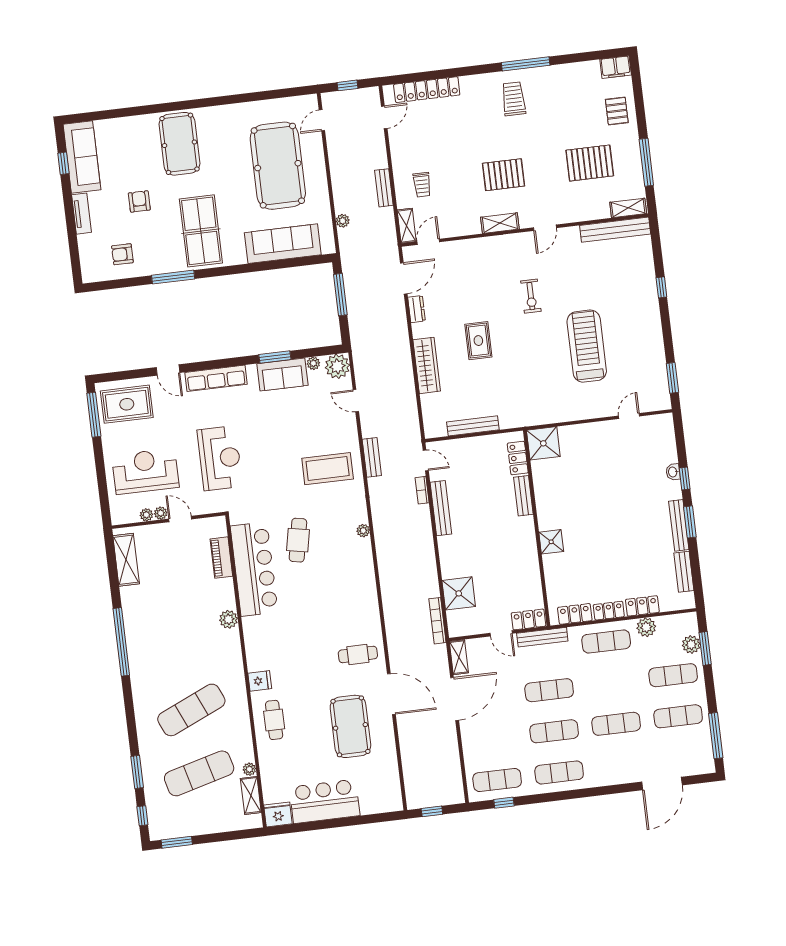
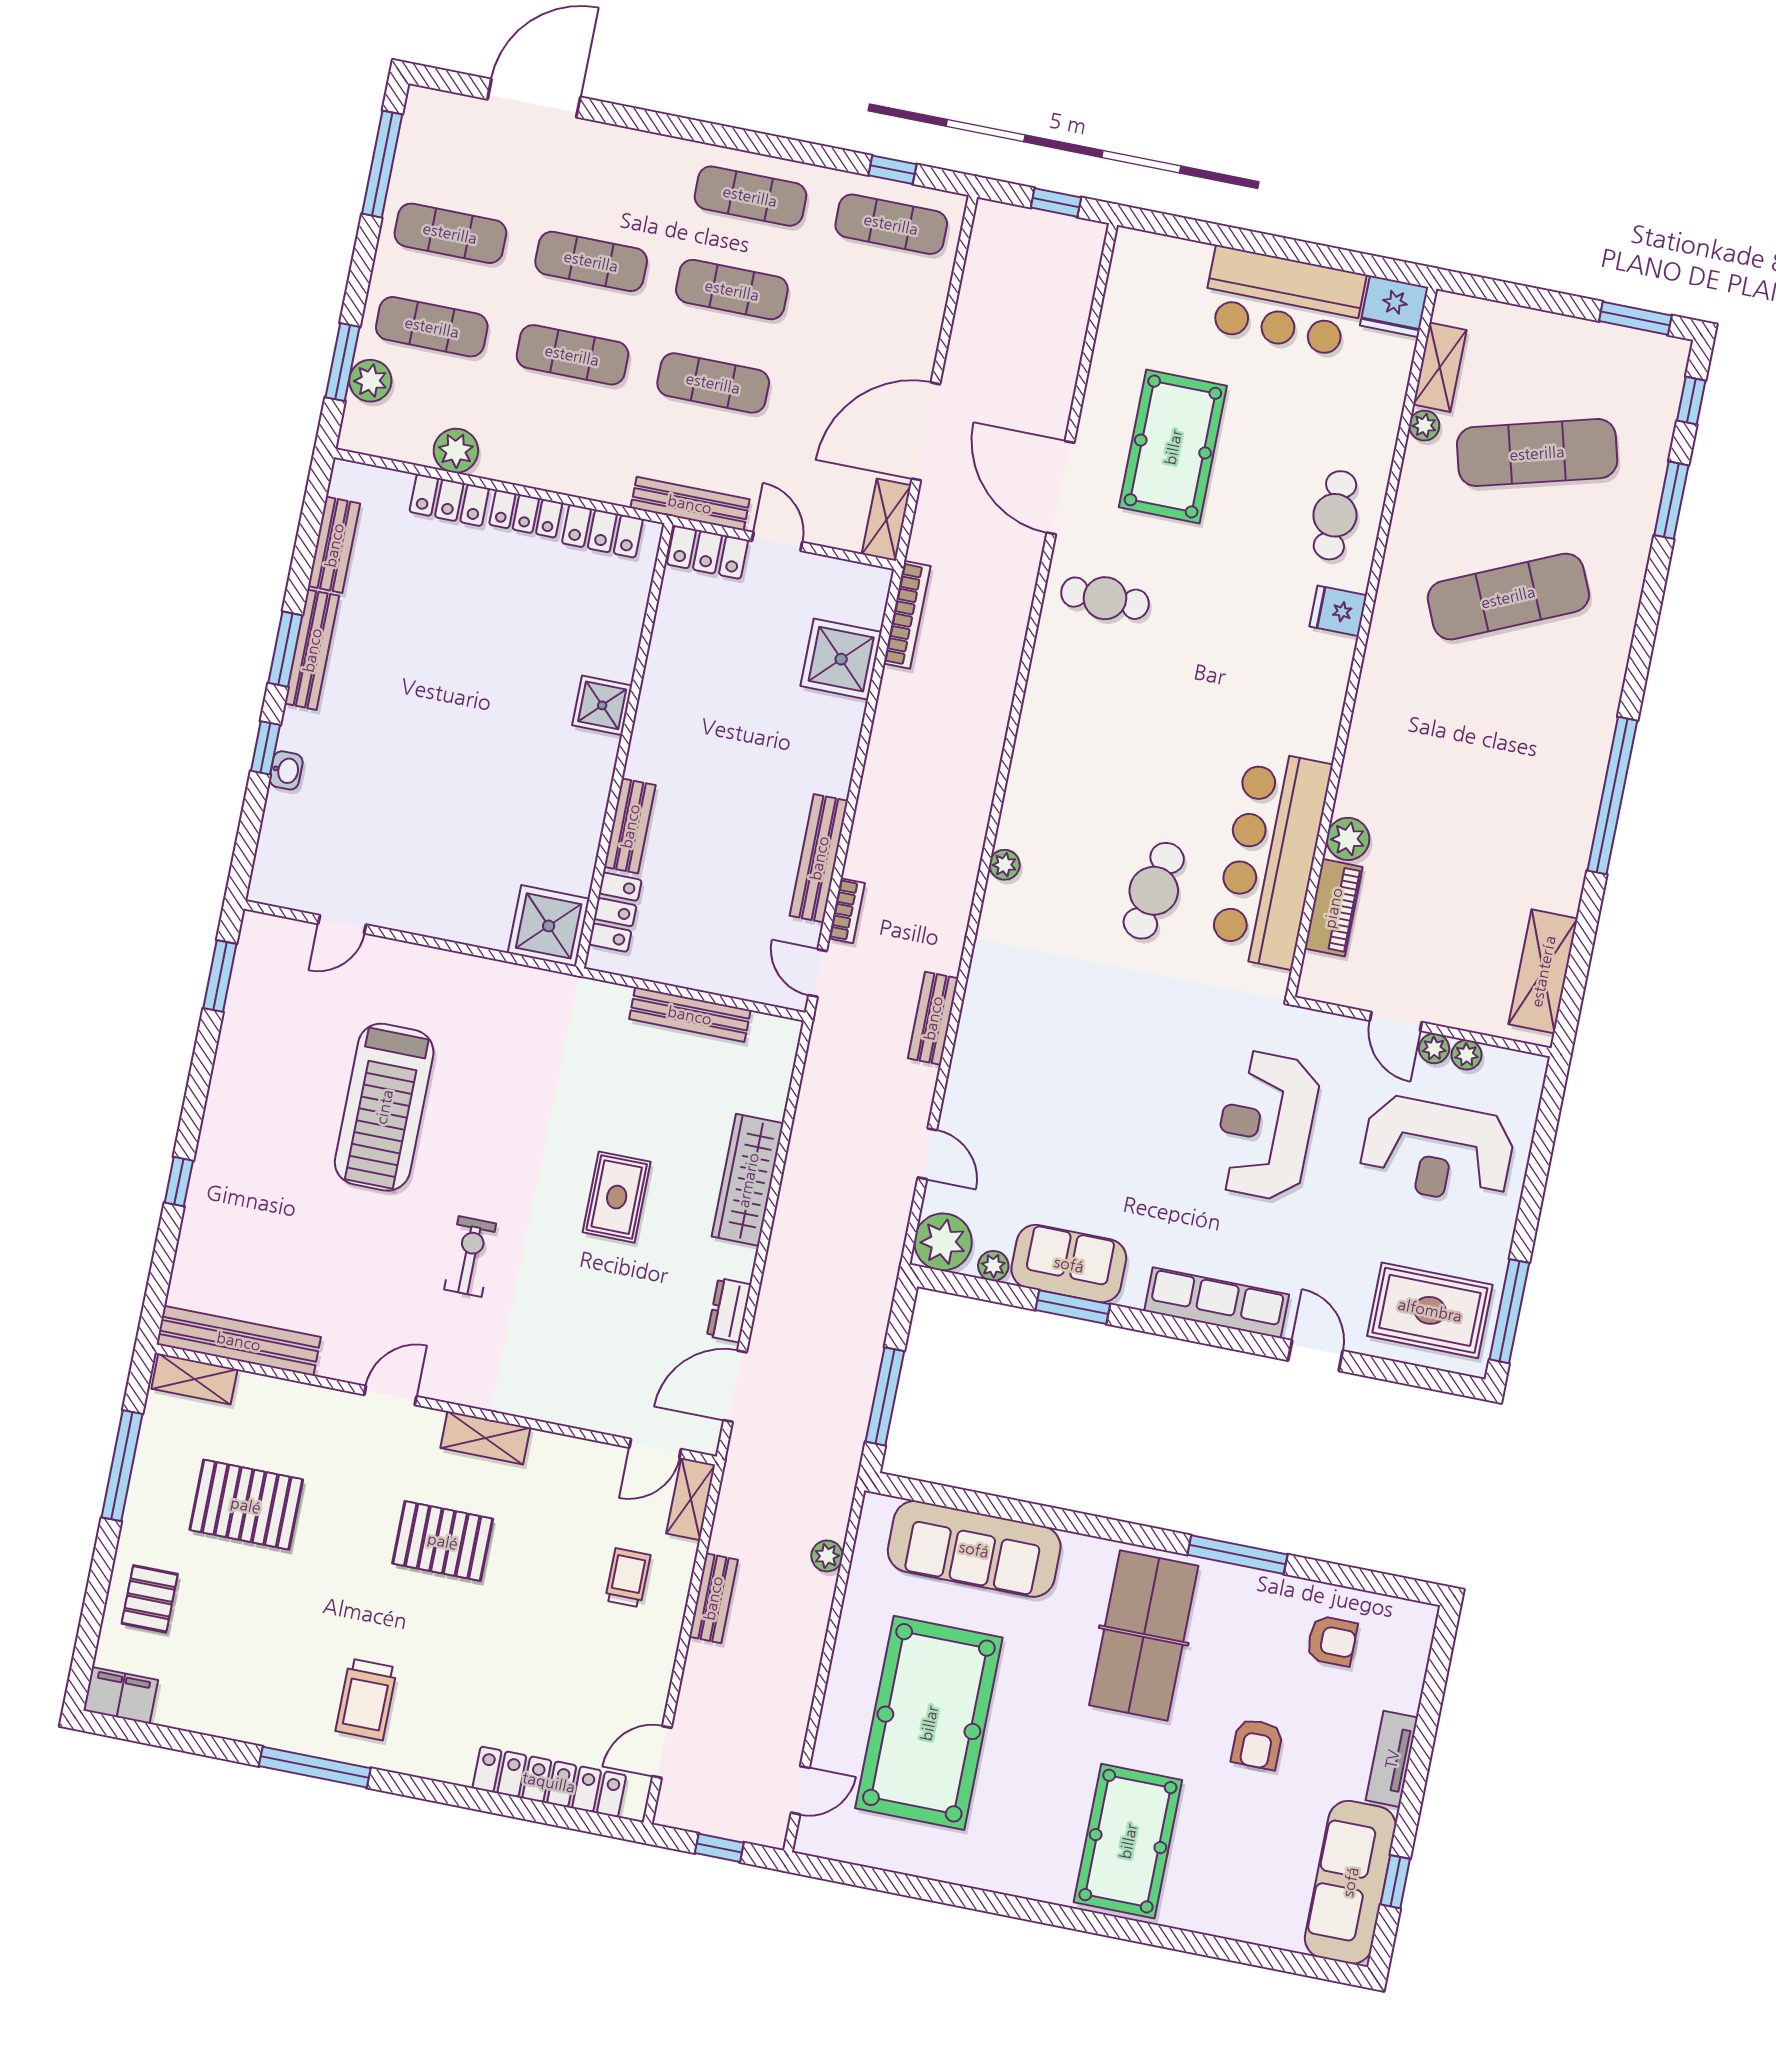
coffee table: (328, 469) -> (1038, 1026), removed
plant: (229, 619) -> (1348, 839), moved
exercise mat: (606, 642) -> (572, 355), moved

